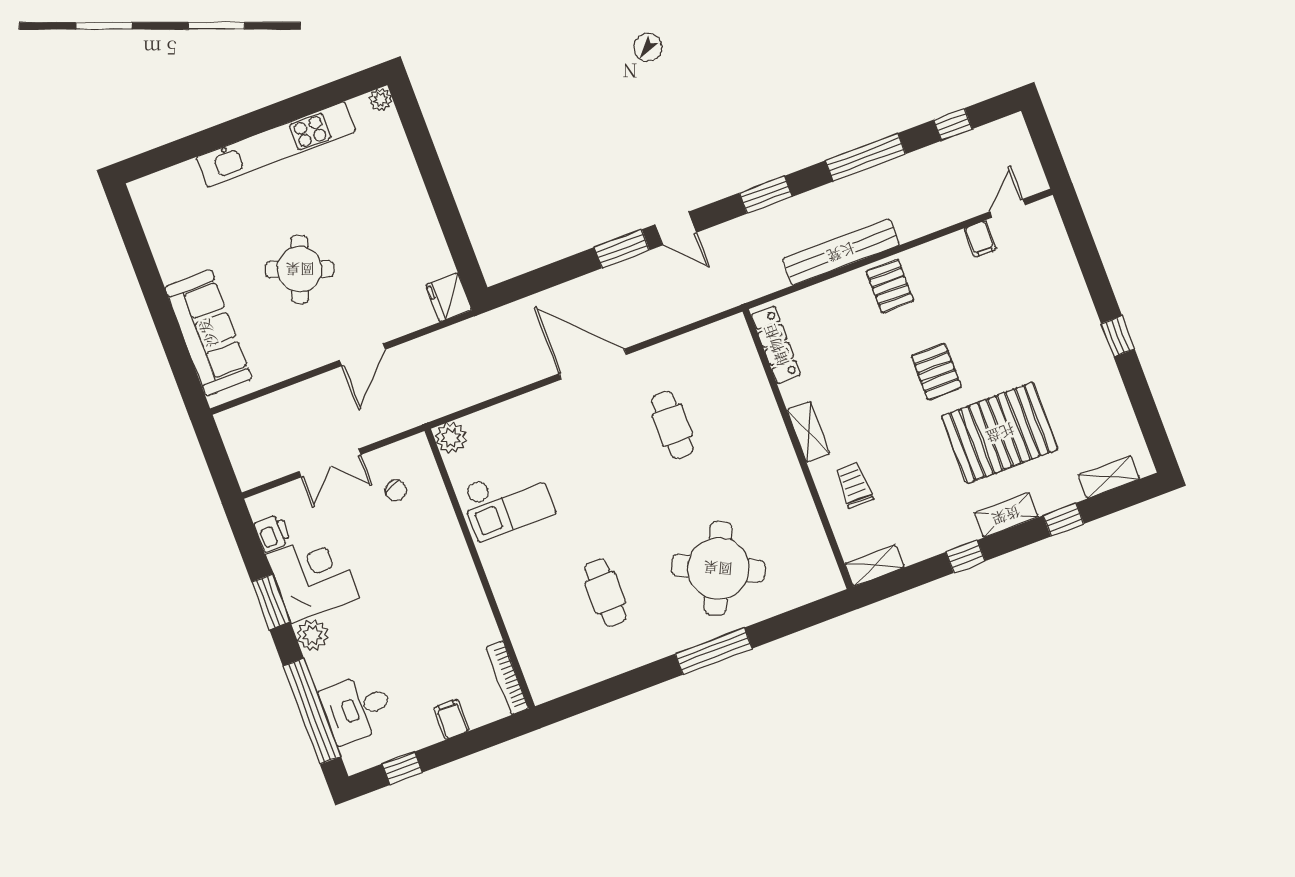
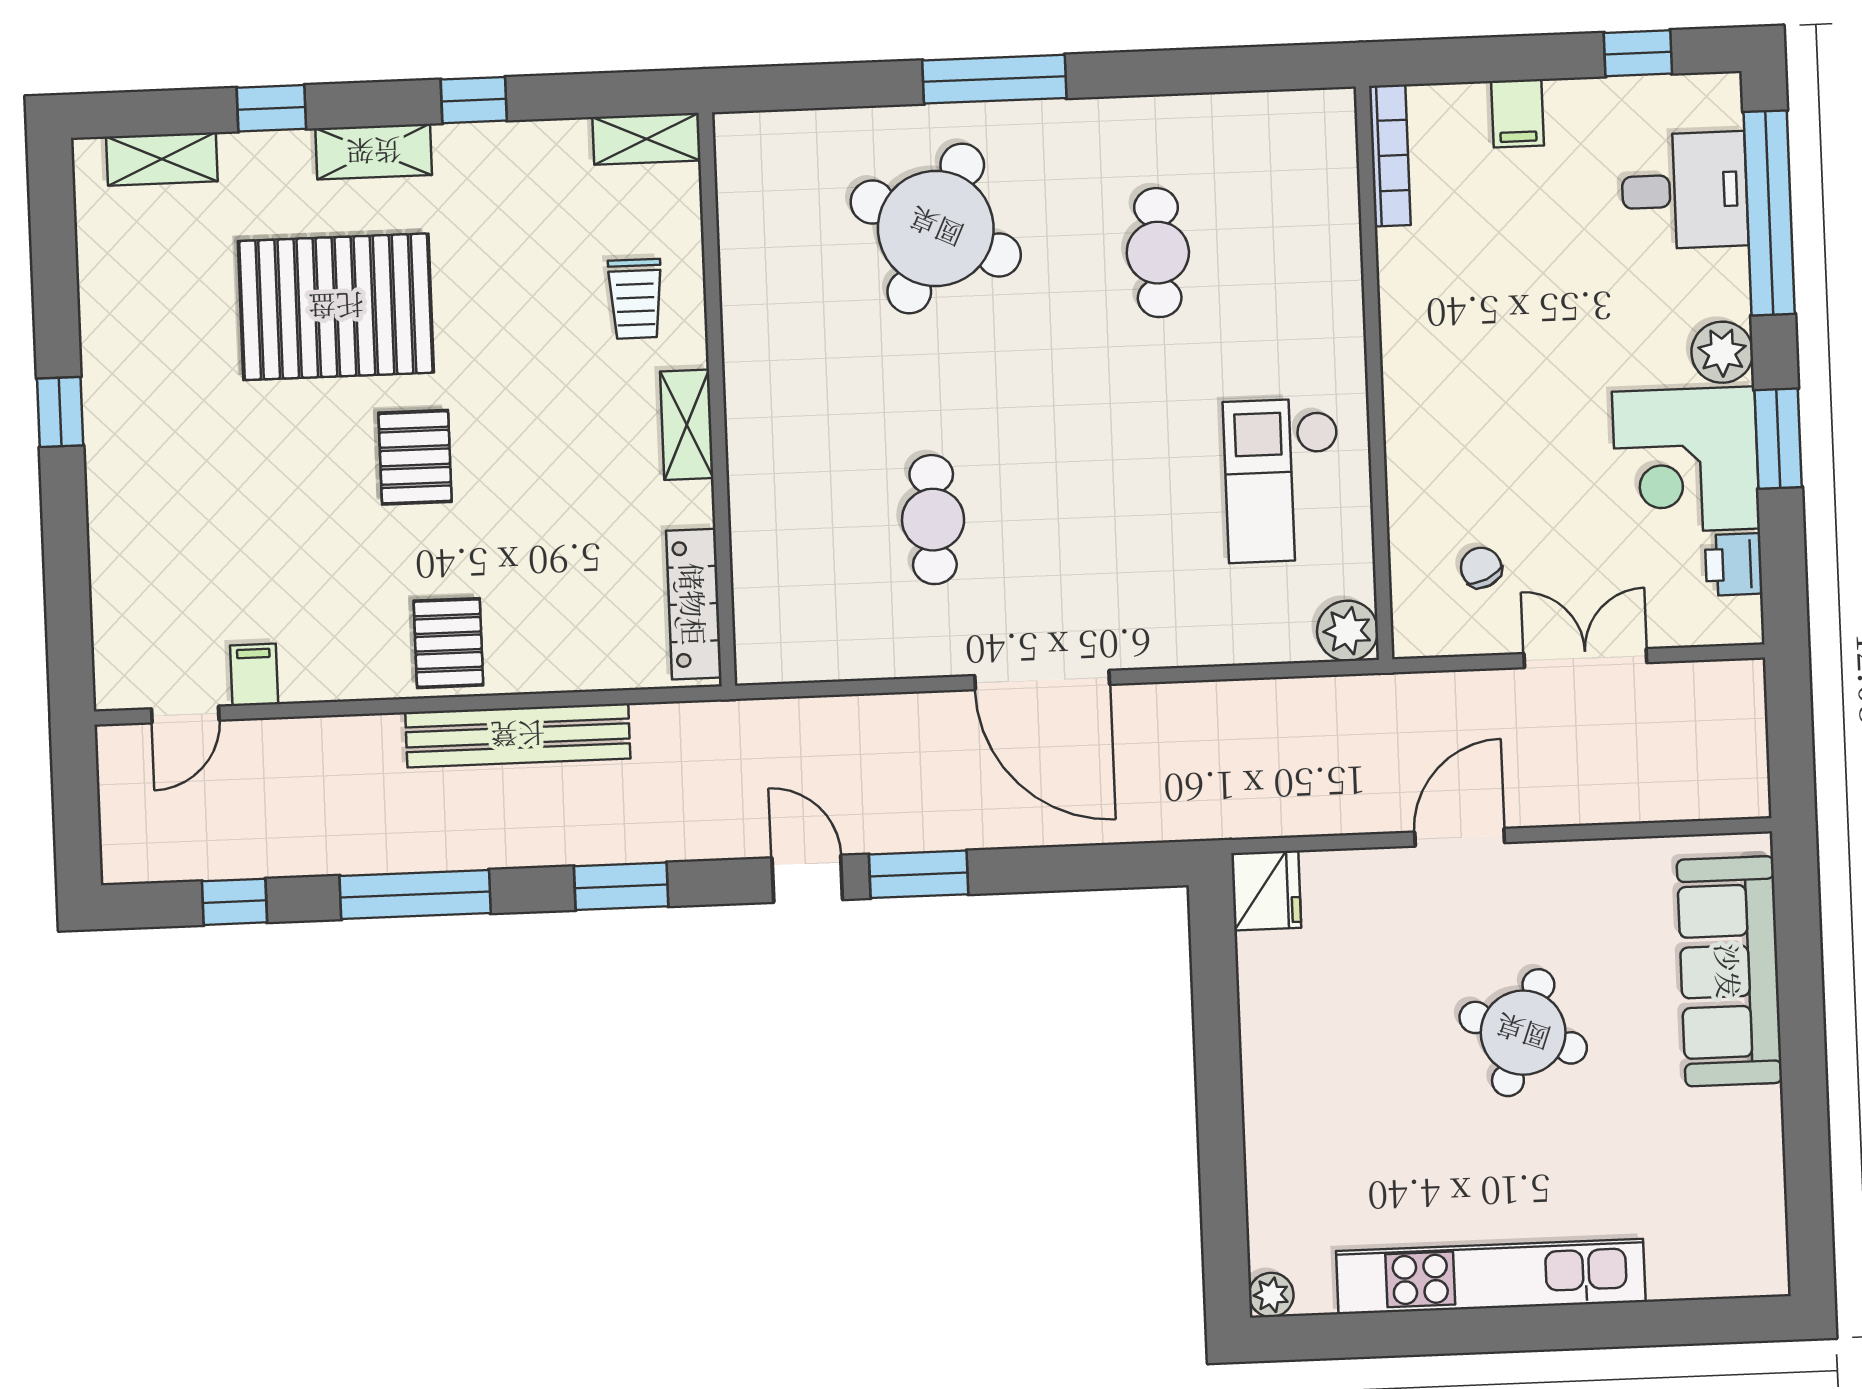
checkout: (507, 501) -> (1283, 480), turned -90

